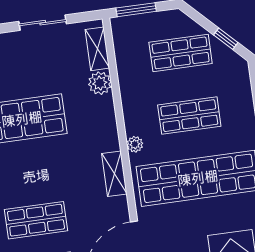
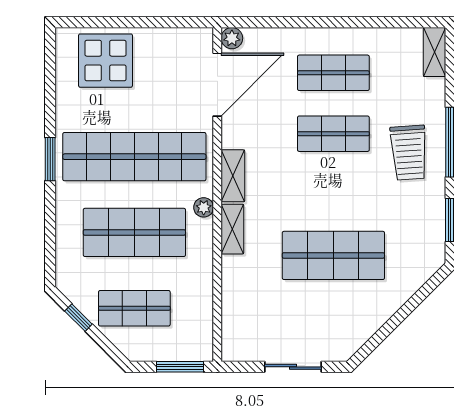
shelving: (97, 49) -> (232, 229), moved
plant: (100, 83) -> (235, 286), removed
shop shelf: (189, 116) -> (134, 232), width x1.43, depth x1.36

